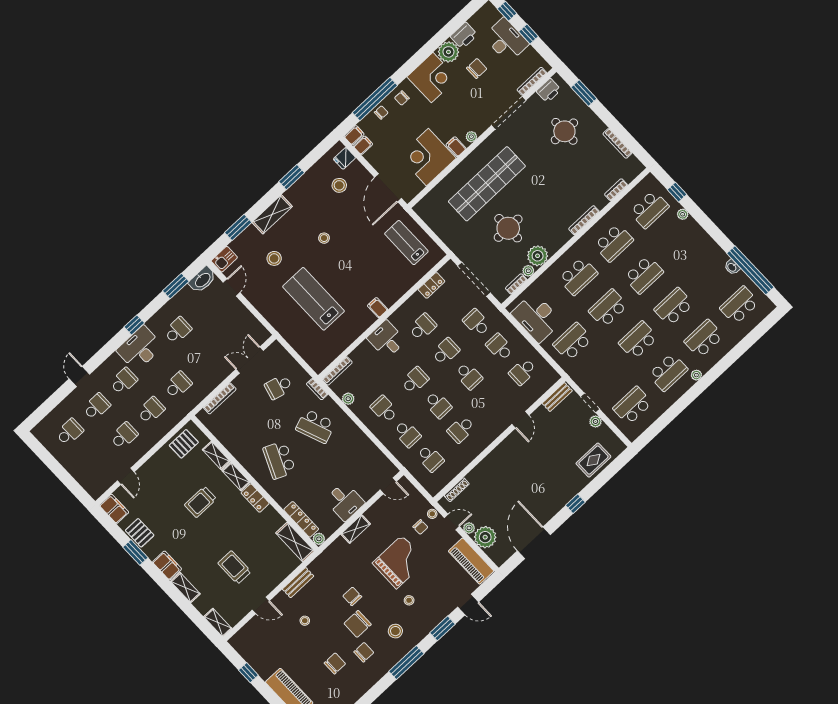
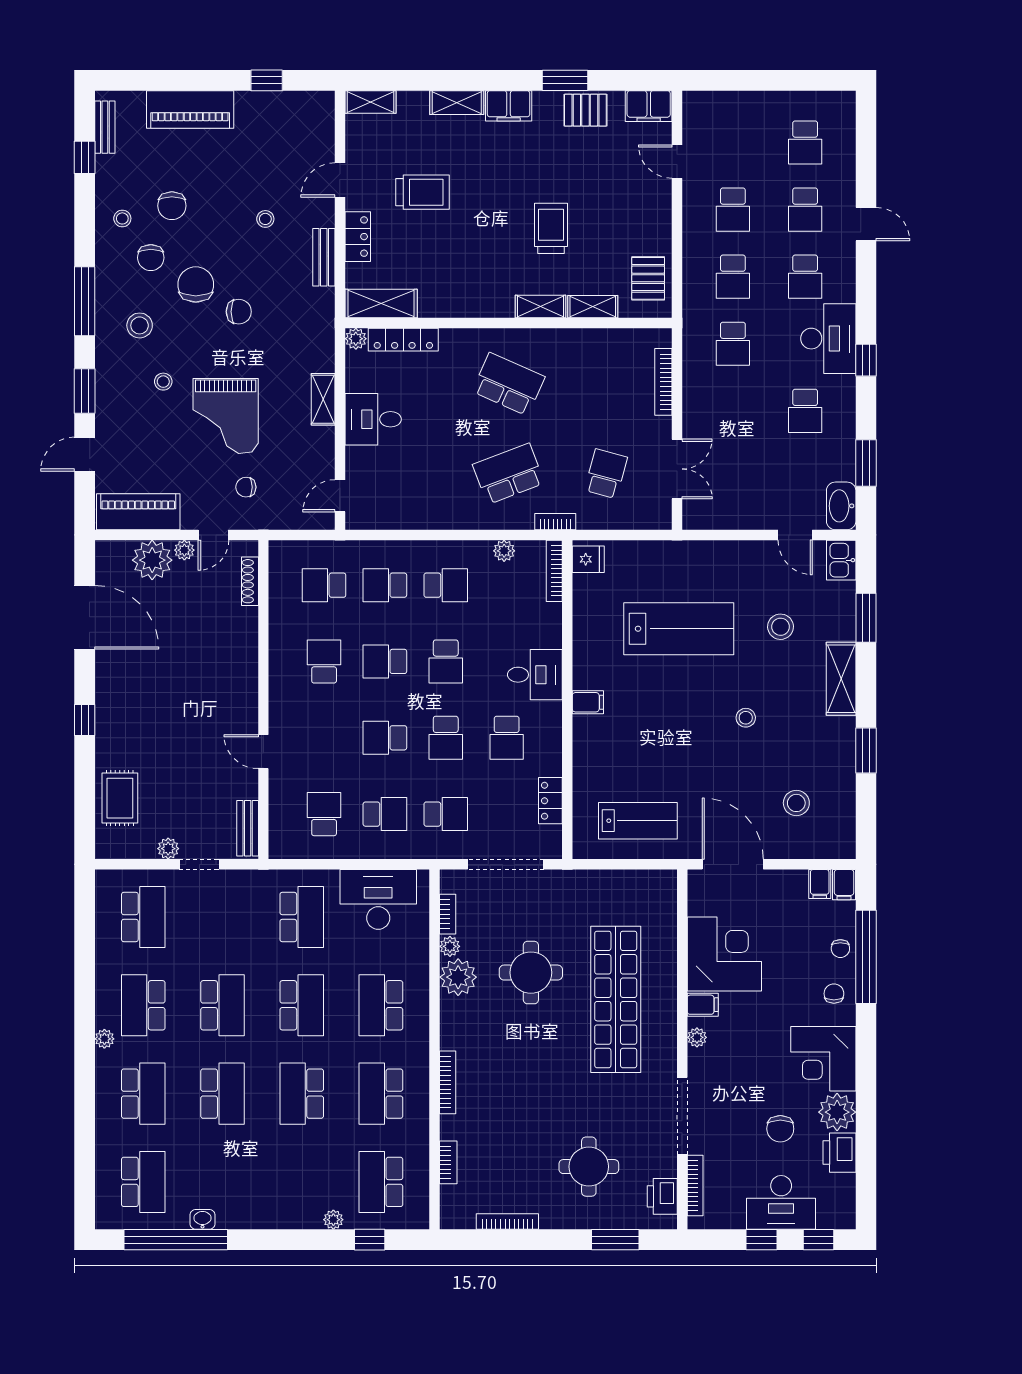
fridge: (344, 158) -> (588, 559), moved, turned 90
locker: (255, 498) -> (358, 237), moved, turned 90
stool: (432, 514) -> (122, 218), moved

